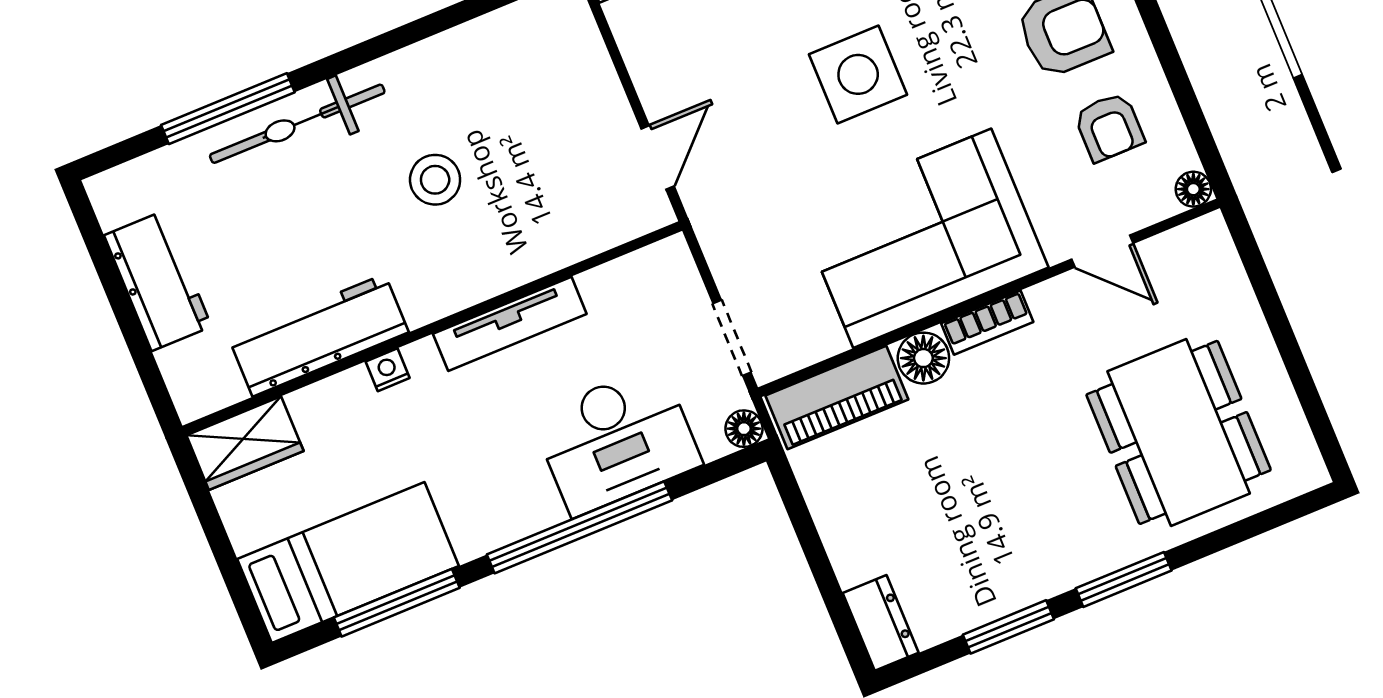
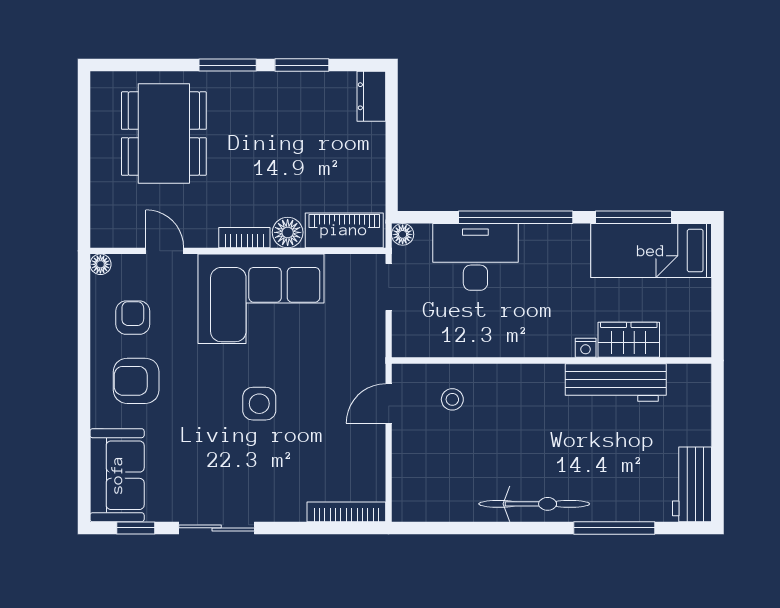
side table: (858, 74) -> (259, 404), width x0.73, depth x0.73
bicycle: (297, 124) -> (534, 504), moved
stool: (435, 180) -> (452, 399), moved, width x0.73, depth x0.73
workbench: (158, 281) -> (692, 484), moved
tv unit: (510, 324) -> (508, 345), removed
wardrobe: (245, 443) -> (629, 340), moved

